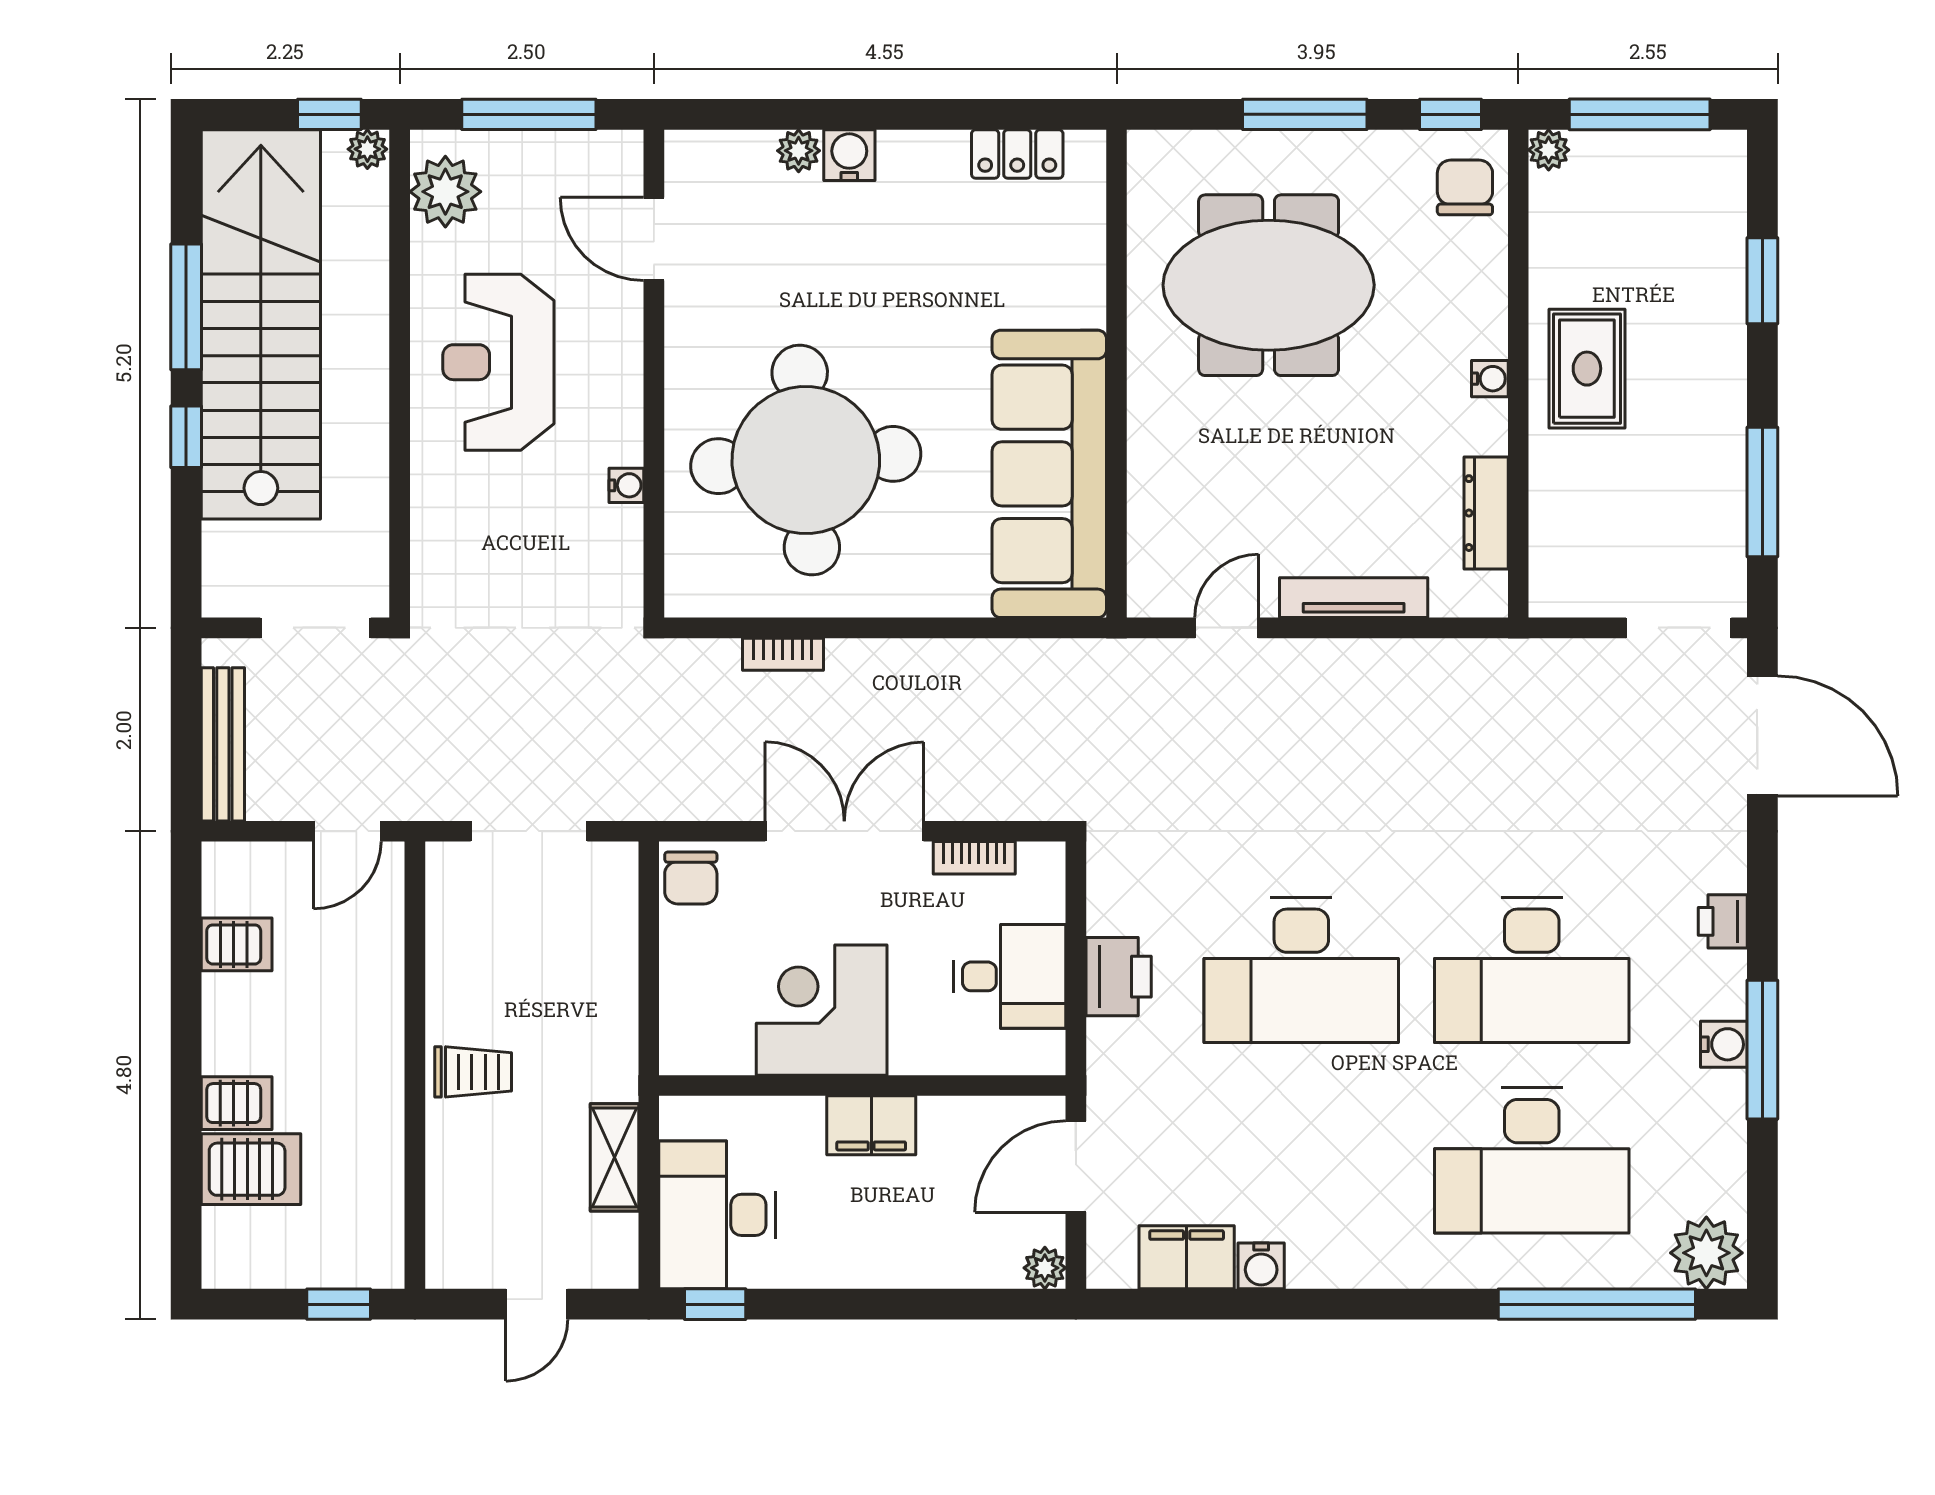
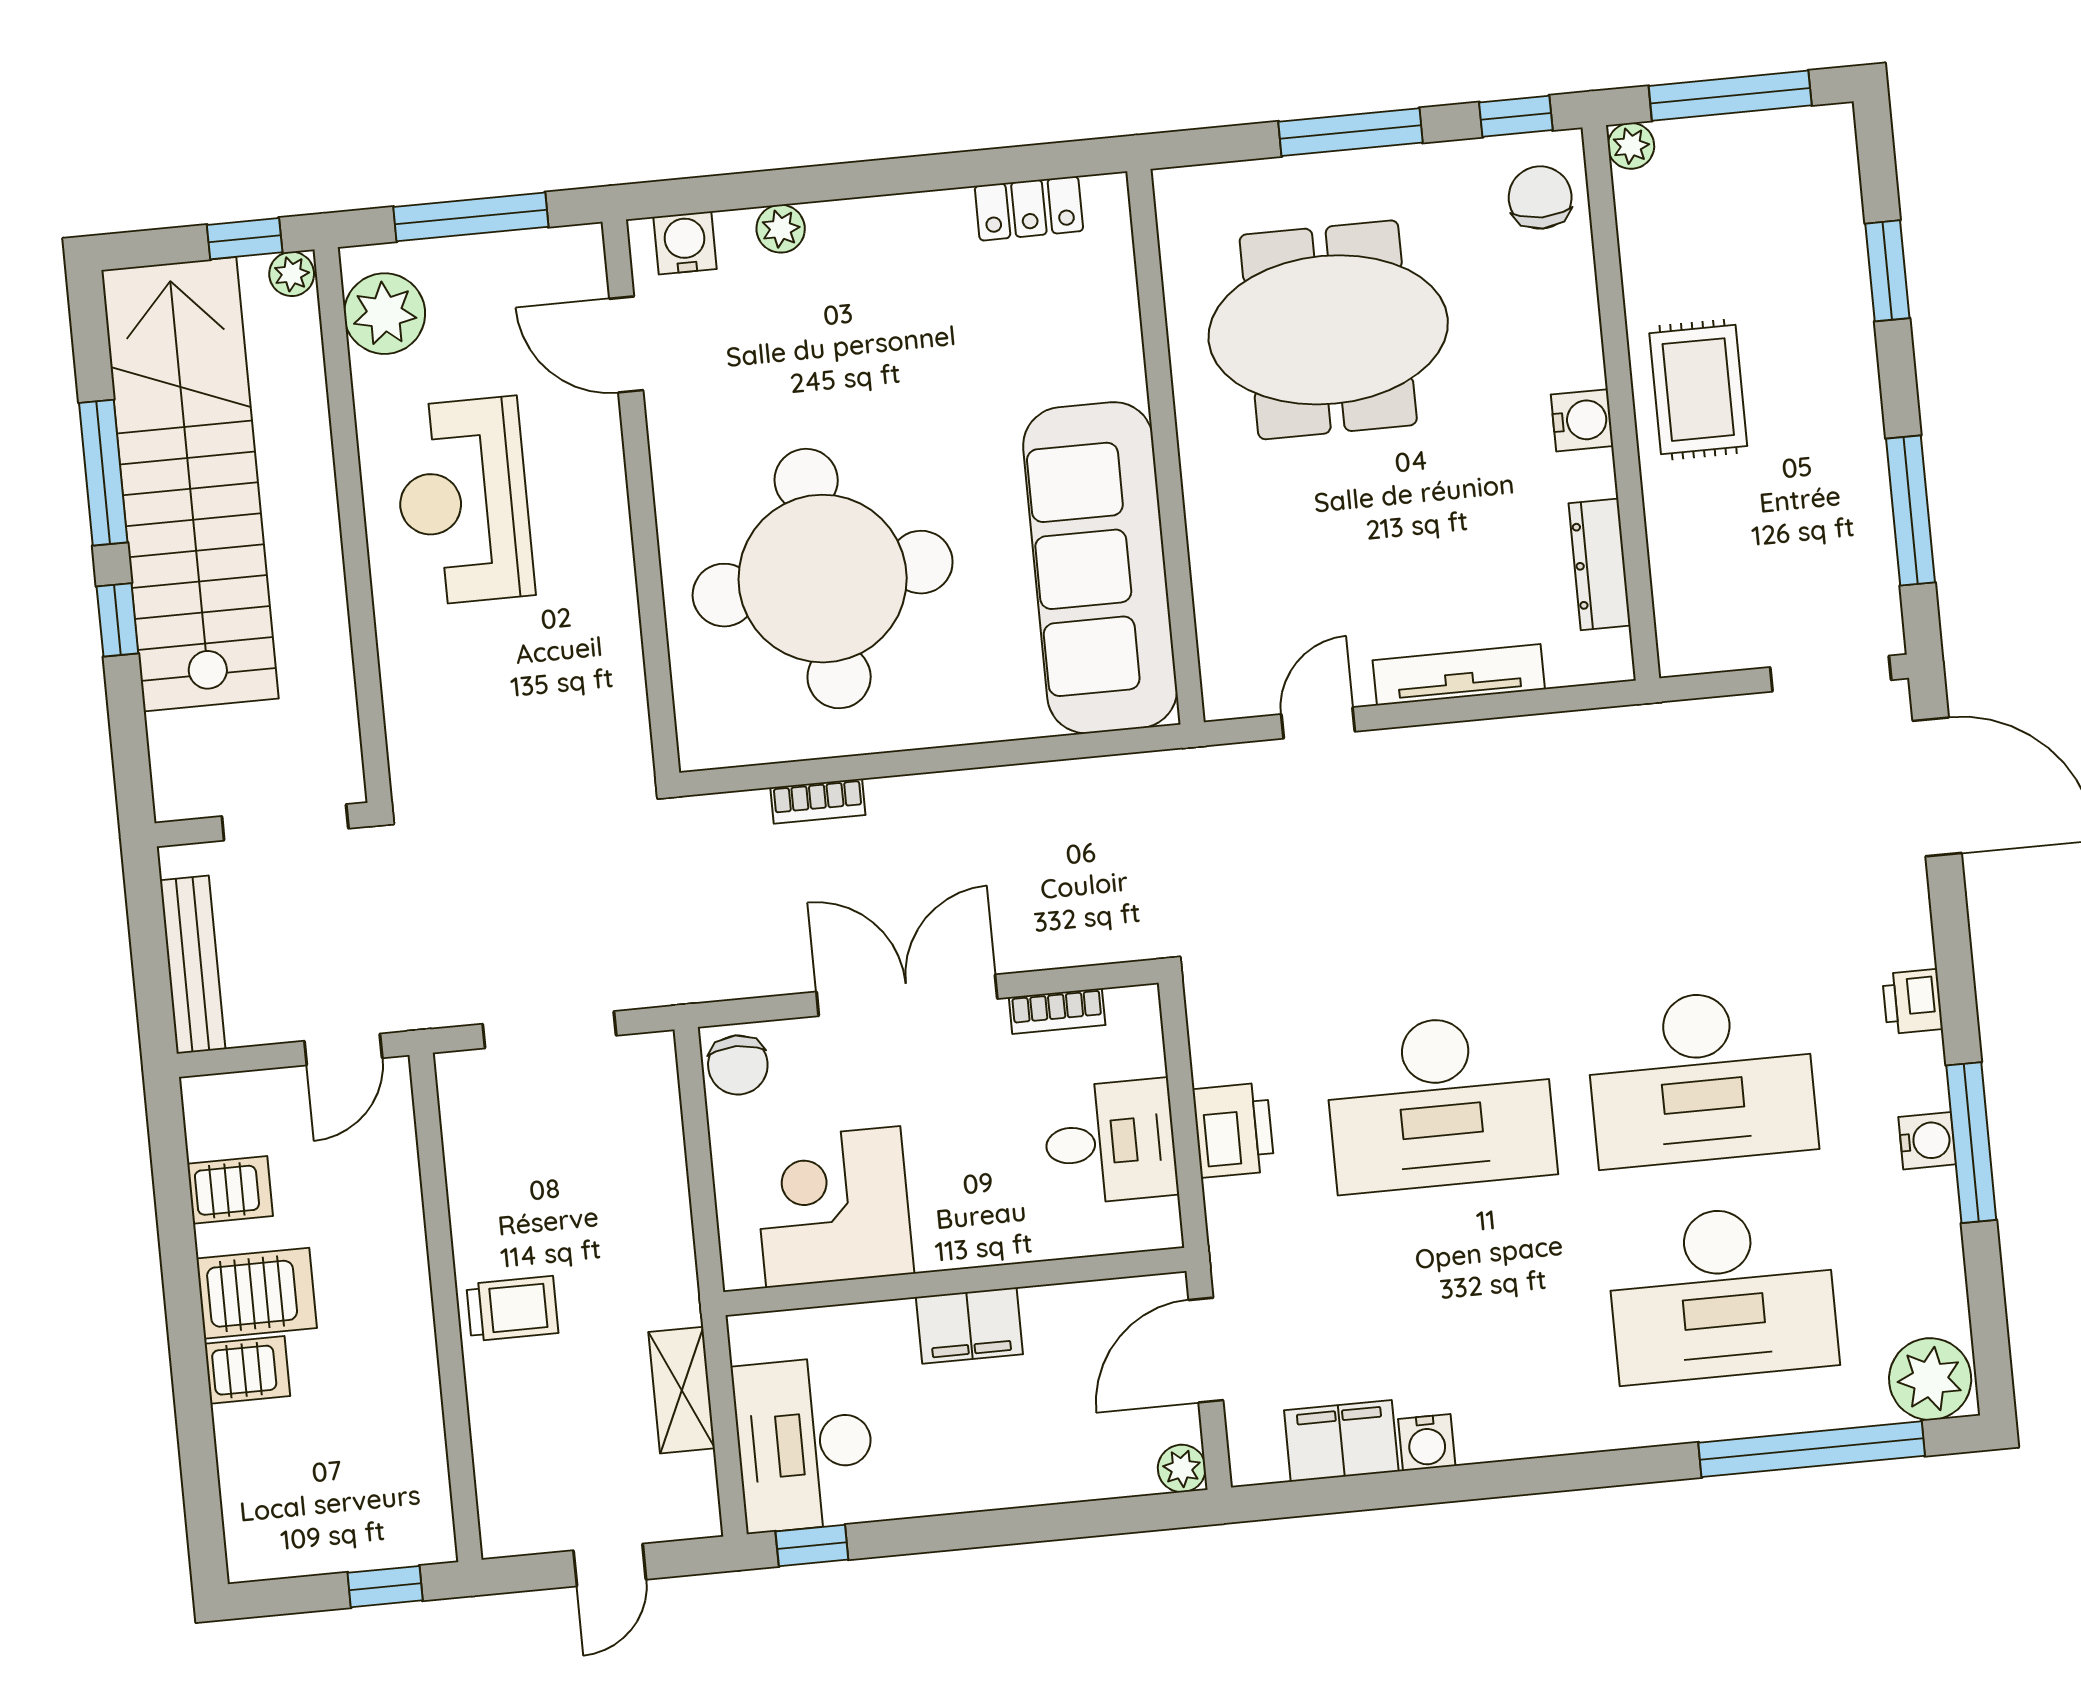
water cooler: (849, 155) -> (685, 243), moved
water cooler: (1490, 379) -> (1582, 420), width x1.38, depth x1.38
water cooler: (626, 485) -> (622, 627), removed
corner desk: (822, 1010) -> (833, 1207), moved
server rack: (251, 1169) -> (257, 1293), moved

